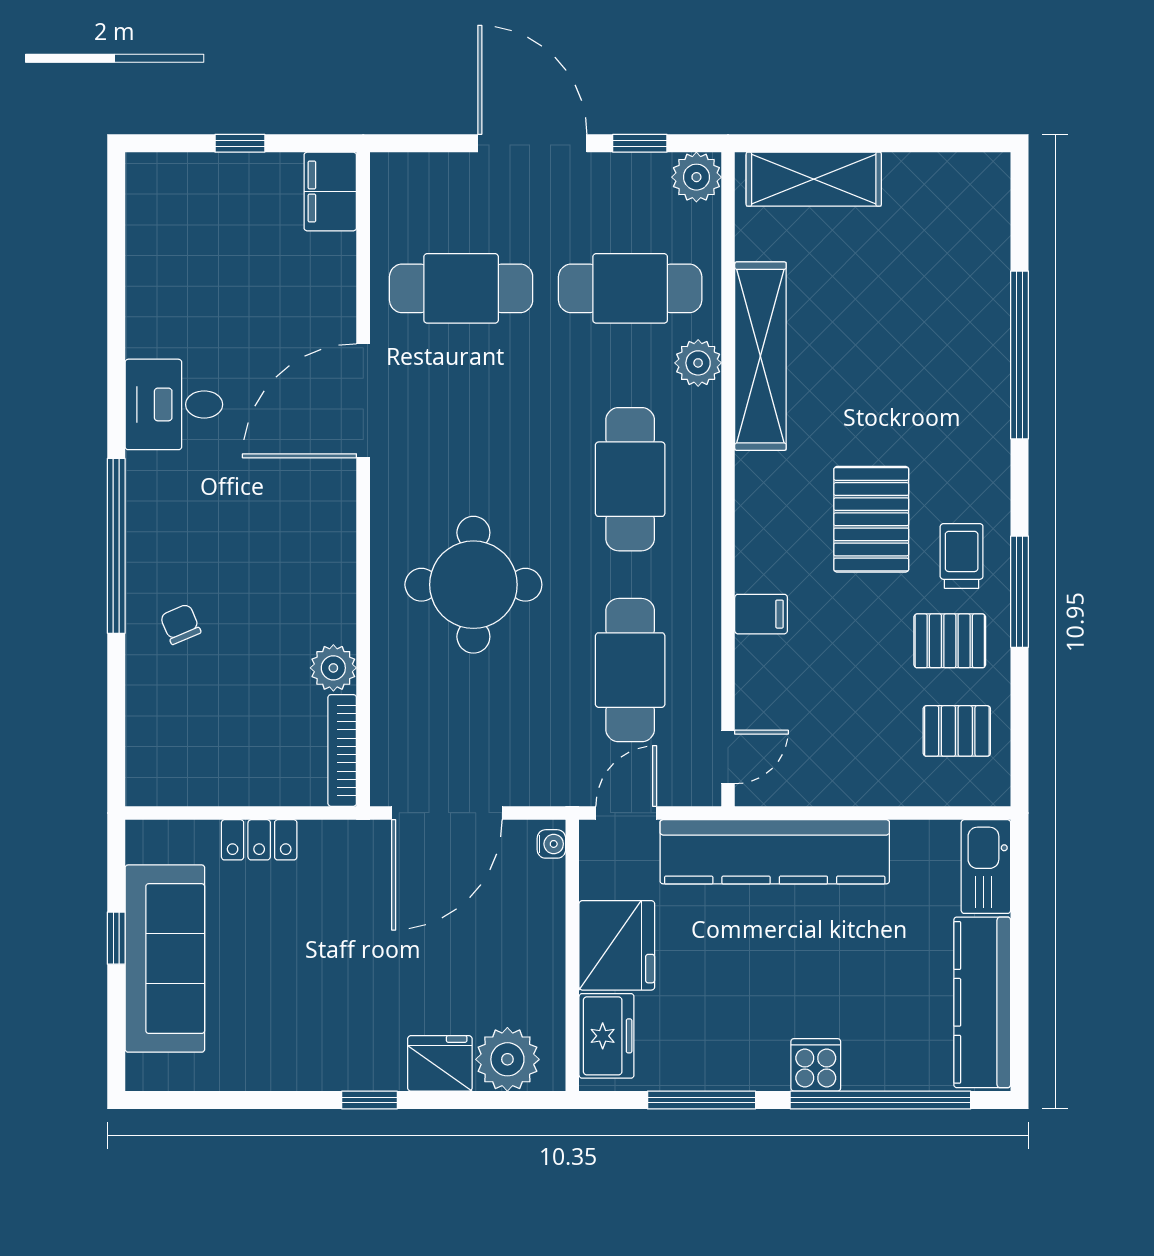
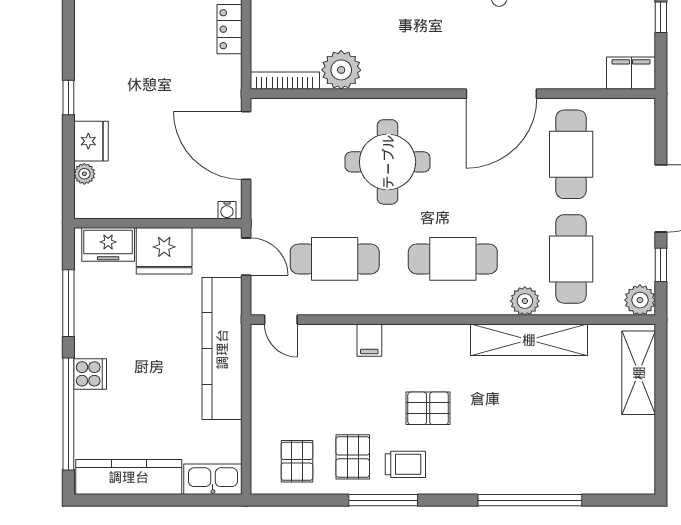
door: (363, 401) -> (501, 94), swing flipped
pallet: (871, 519) -> (428, 408), width x0.67, depth x0.71
plant: (333, 668) -> (341, 70), width x1.36, depth x1.36
plant: (507, 1059) -> (84, 174), width x0.53, depth x0.53

